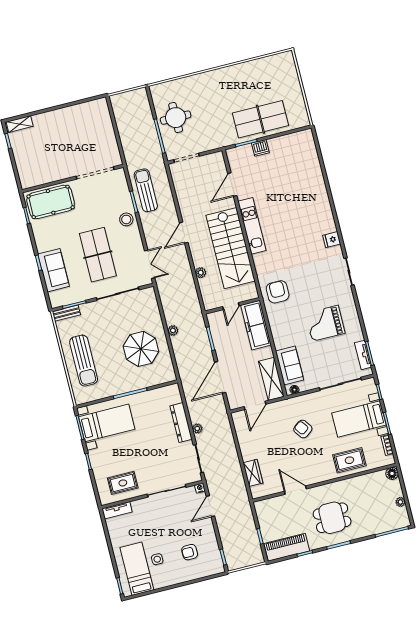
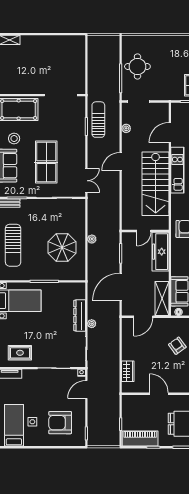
stool: (126, 219) -> (14, 139), moved
plant: (201, 273) -> (126, 128), moved
armchair: (190, 552) -> (60, 423), width x1.88, depth x1.88

